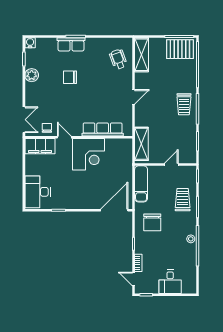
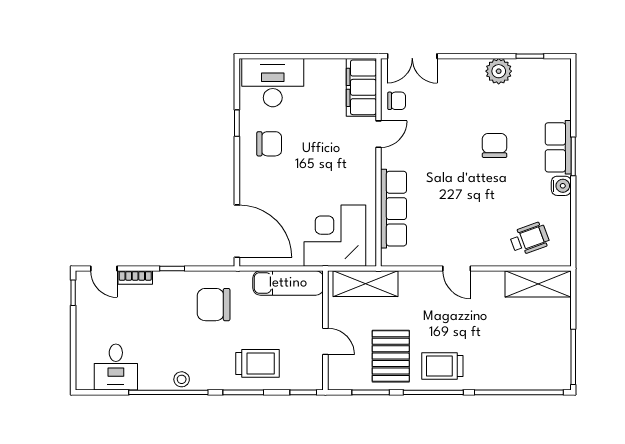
water cooler: (30, 43) -> (561, 186), moved
pallet: (180, 49) -> (391, 356), moved
corner desk: (88, 154) -> (335, 236), moved, turned 90
chair: (69, 194) -> (269, 144), added
door: (134, 279) -> (104, 268), swing flipped
desk: (170, 282) -> (116, 367), moved, turned -90

